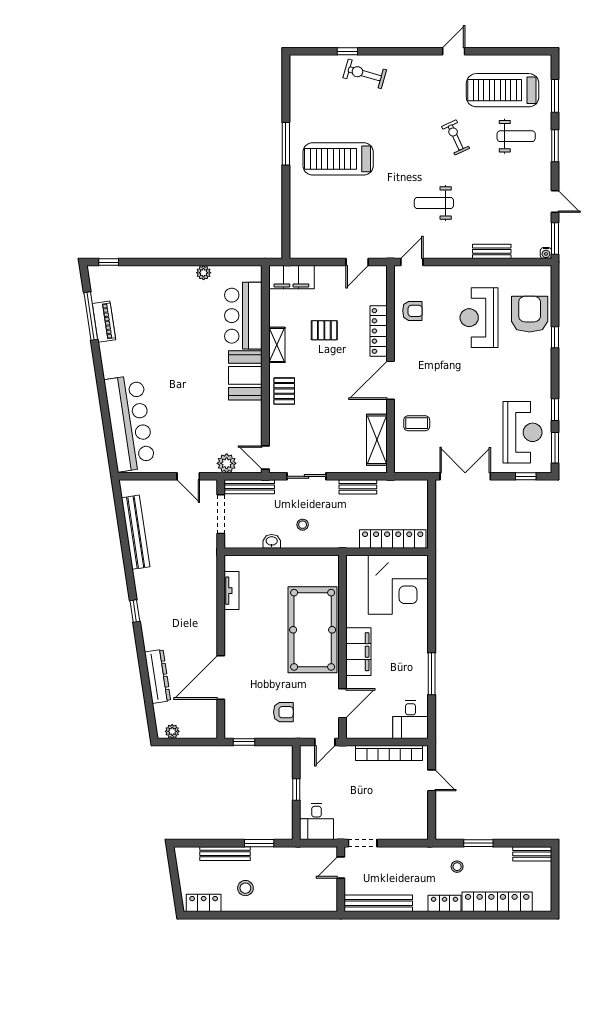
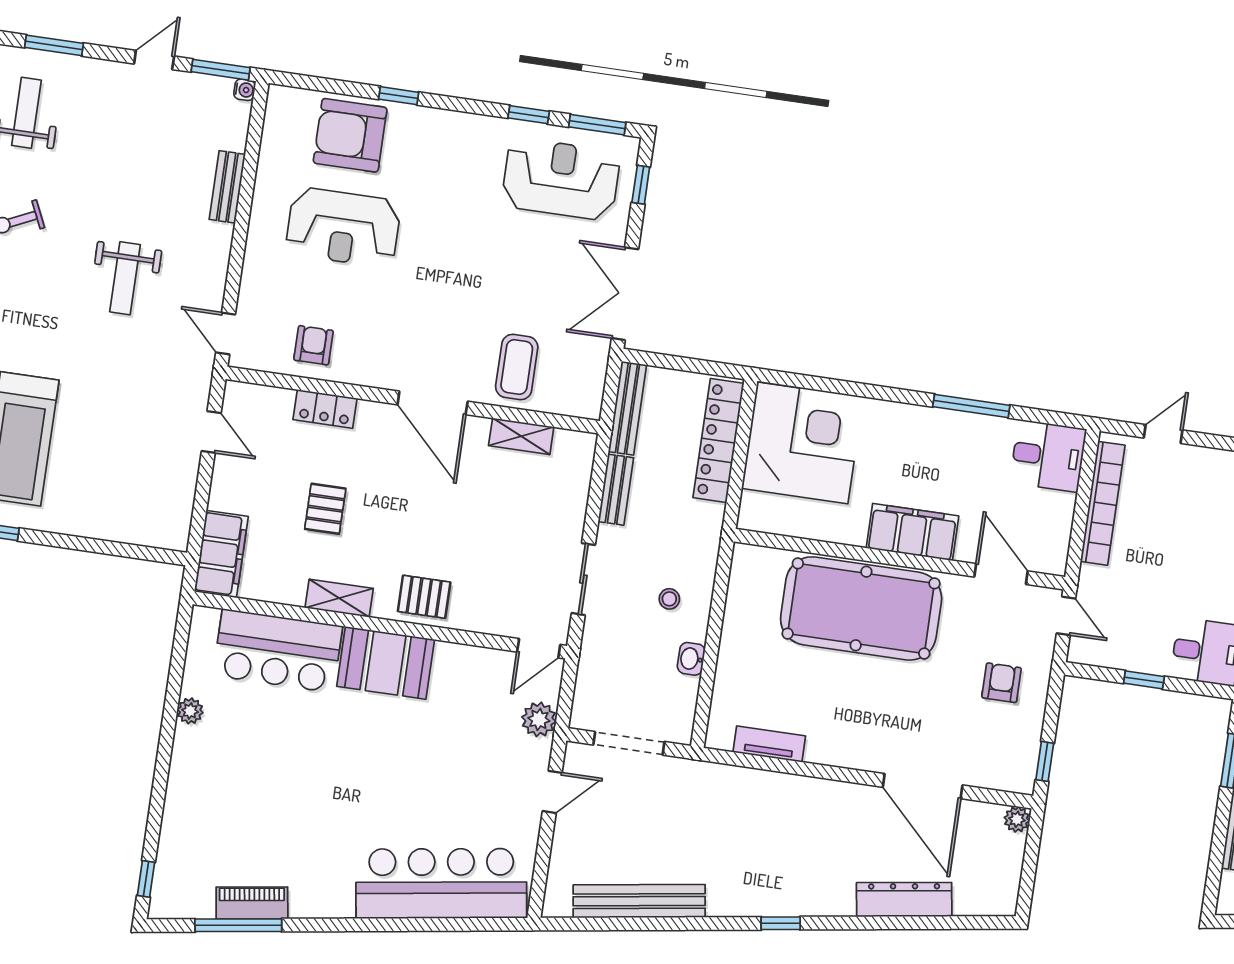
locker: (379, 331) -> (325, 409), width x0.66
coffee table: (417, 423) -> (517, 367), width x1.36, depth x1.30
shelving: (377, 440) -> (521, 436), width x0.67, depth x0.75
bench: (249, 487) -> (627, 408), moved
plant: (172, 731) -> (1017, 819), moved

